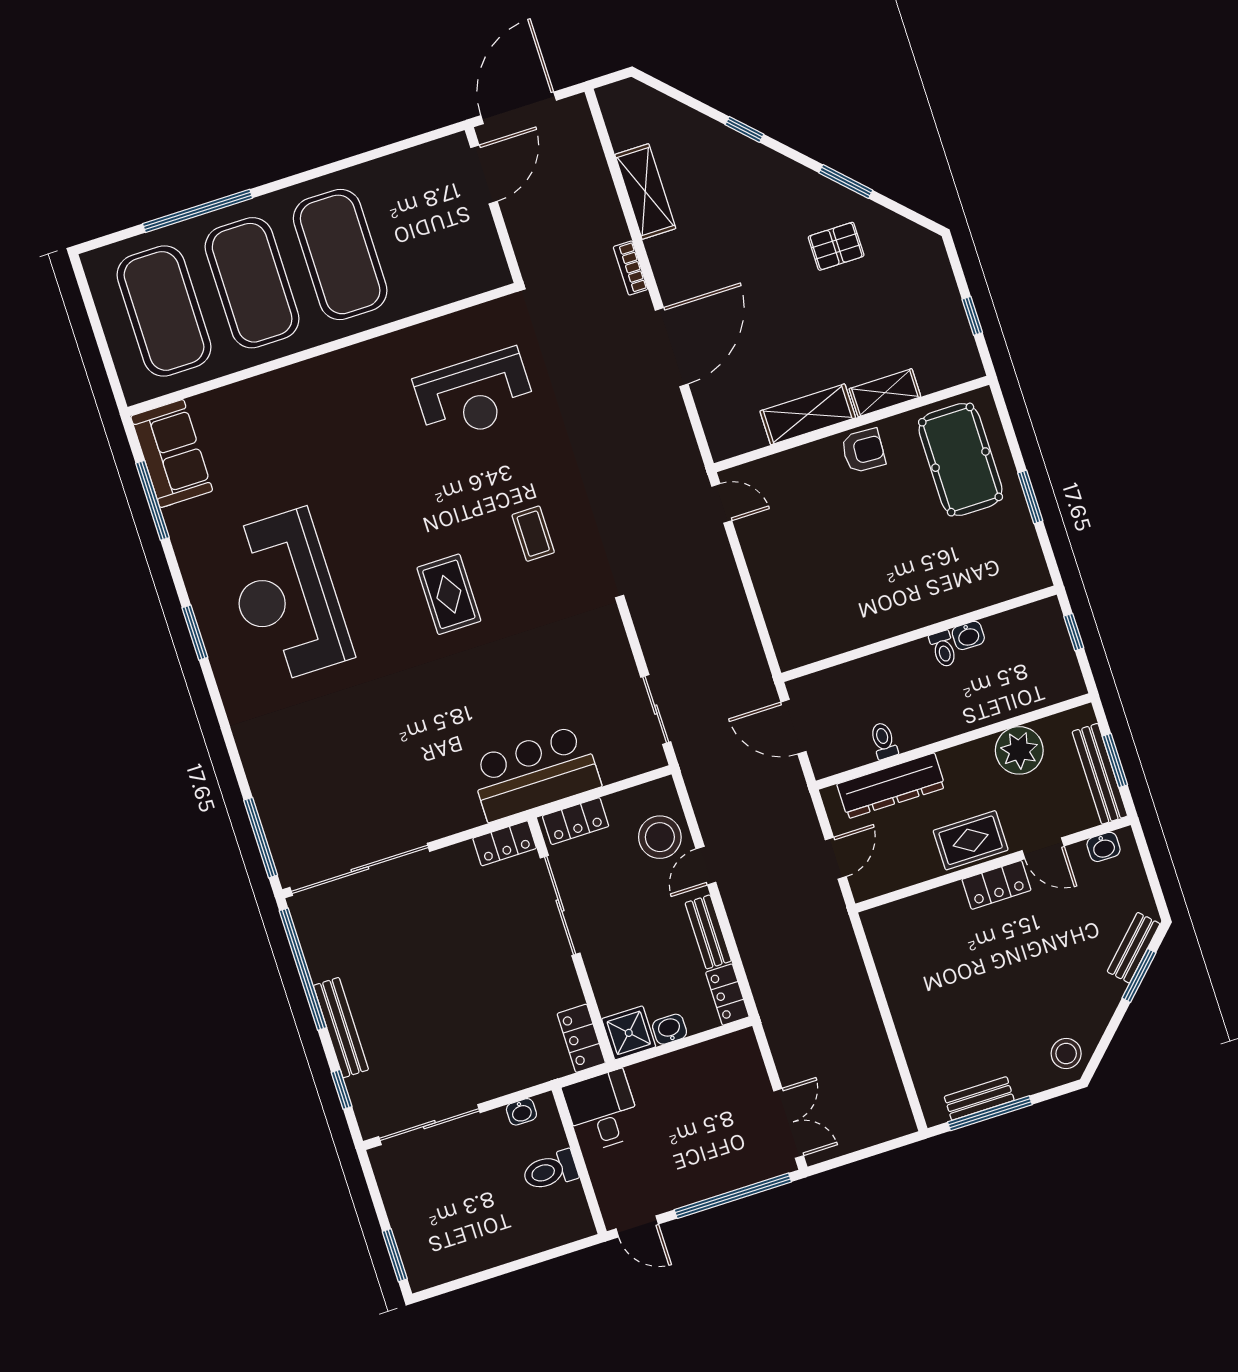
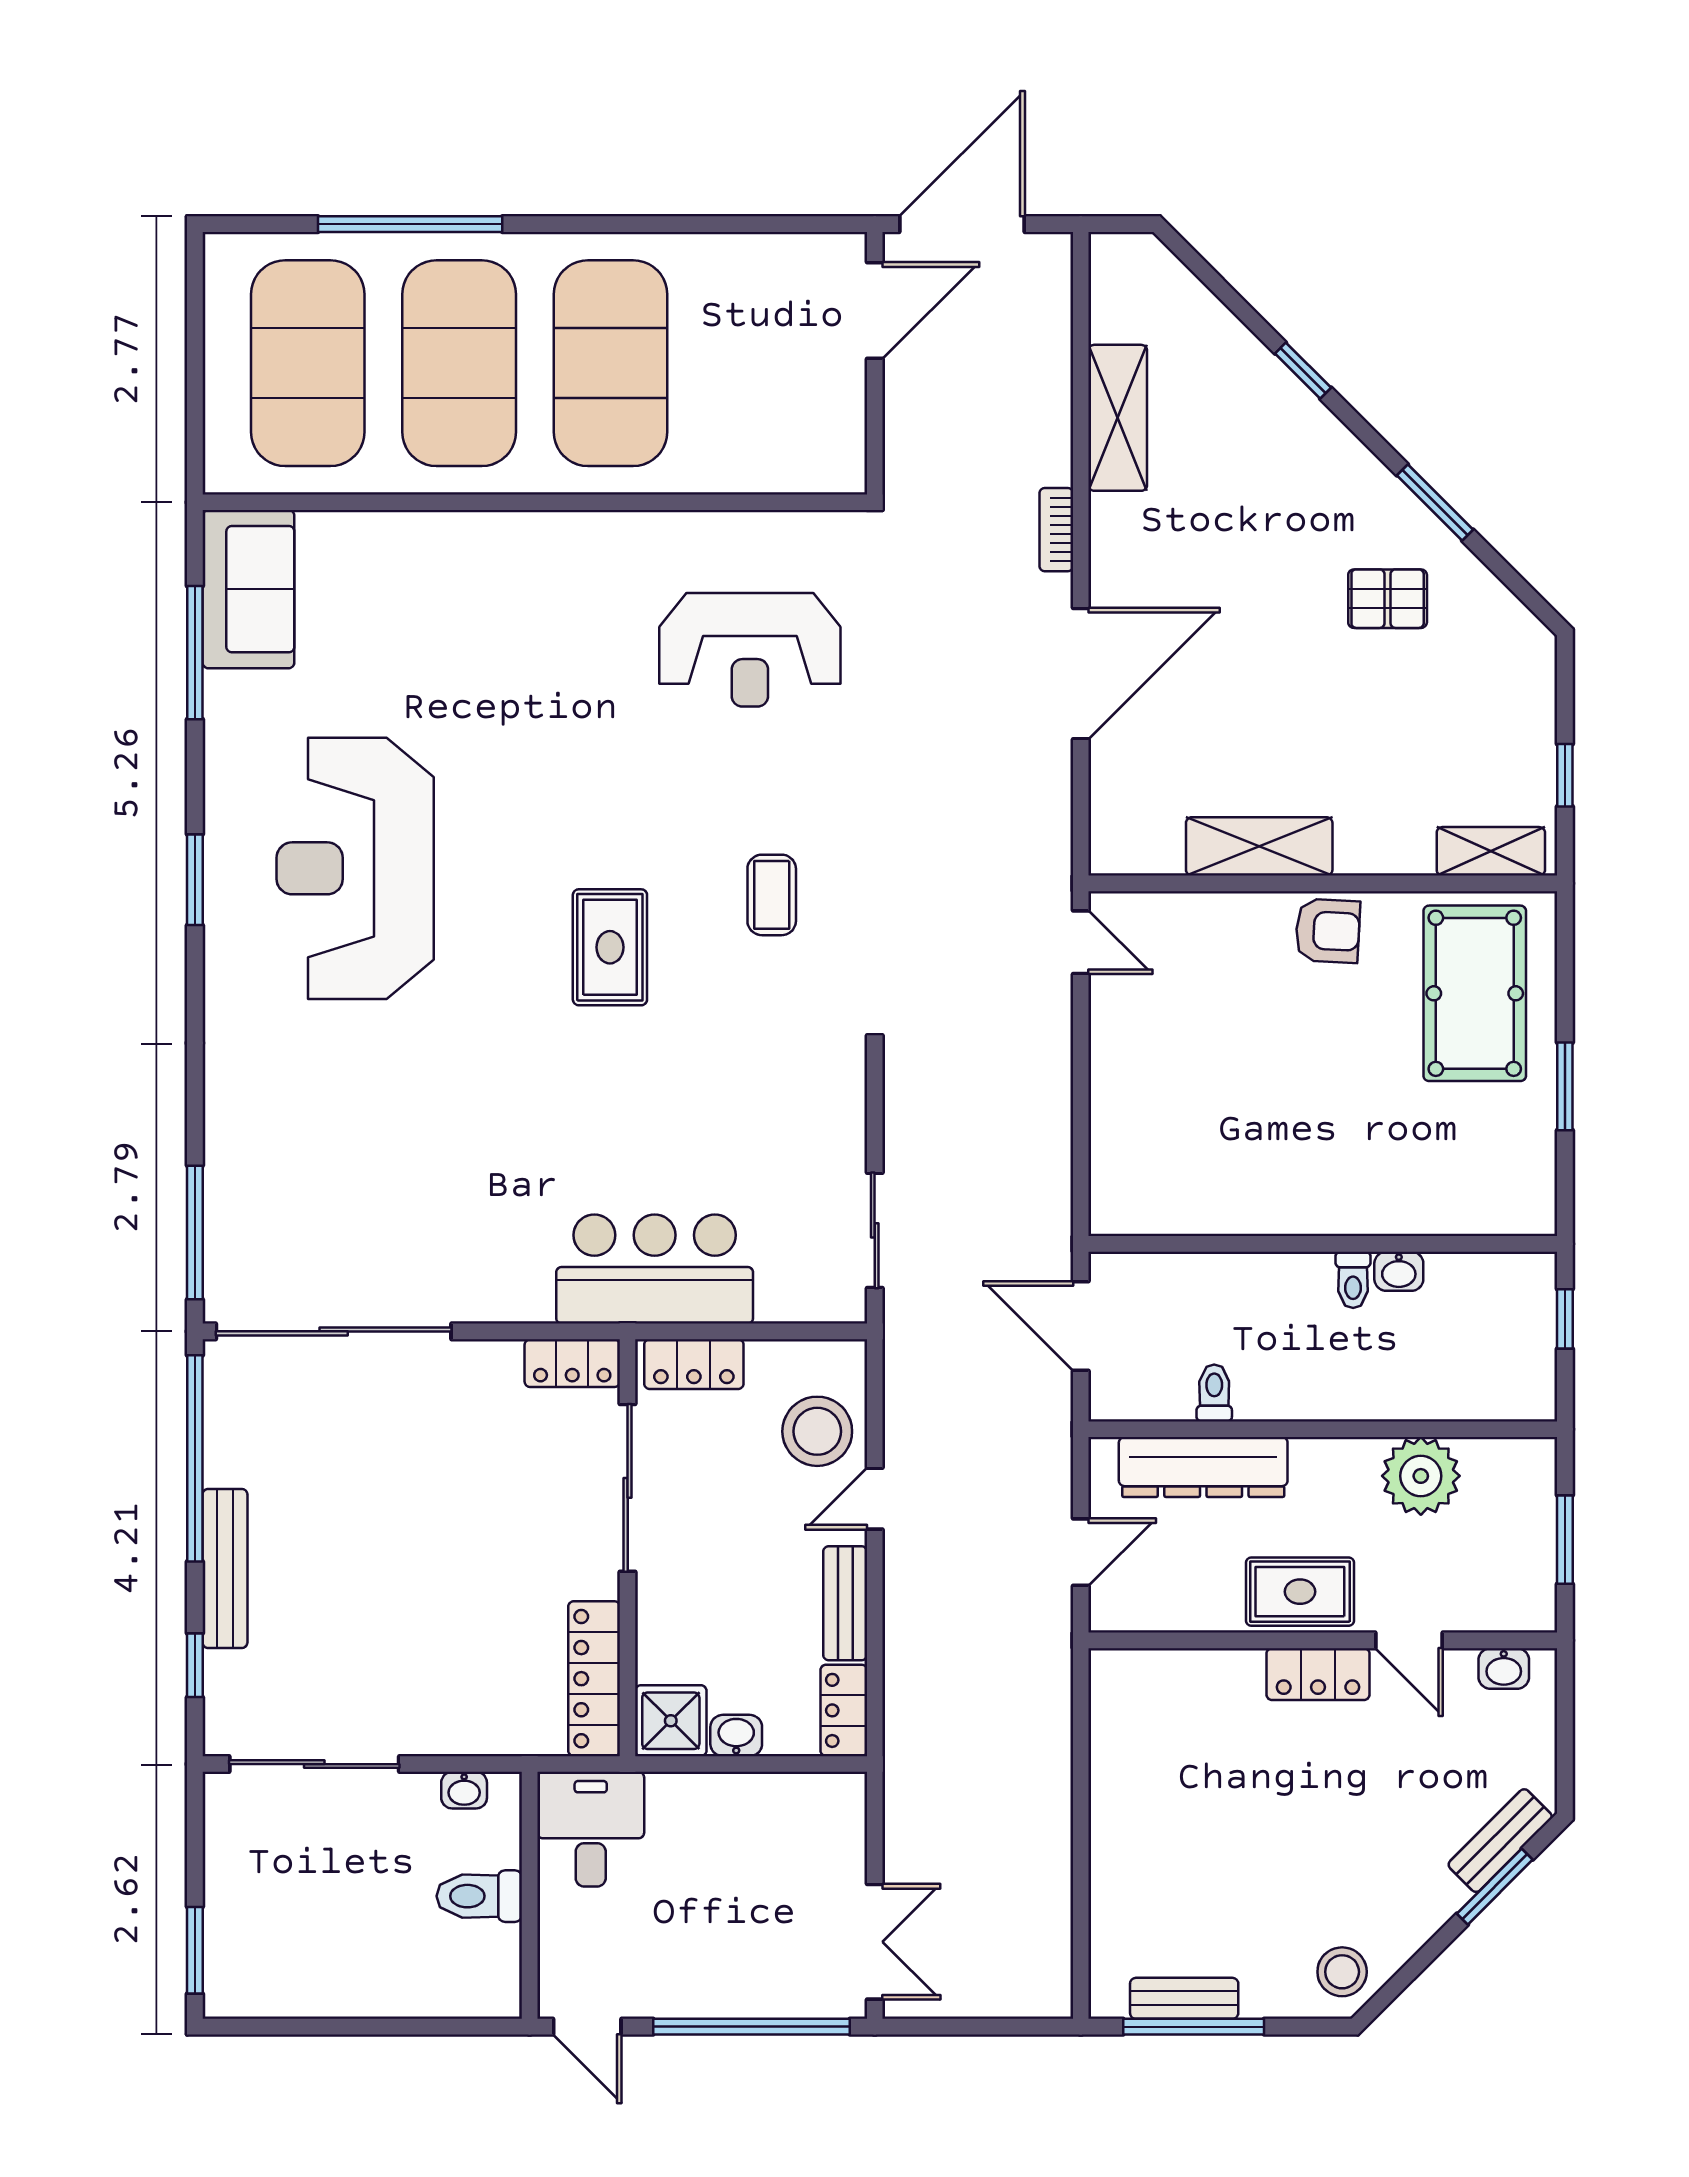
shelving: (885, 393) -> (1491, 851), moved
bench: (1100, 774) -> (1535, 1553), removed
locker: (581, 1038) -> (594, 1679), width x1.53

